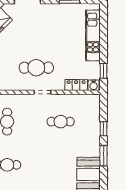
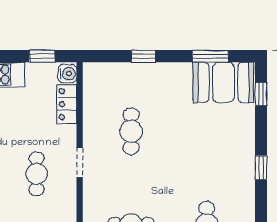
cafe table: (36, 68) -> (37, 174), width x0.73, depth x0.74
window: (104, 156) -> (210, 56), moved

